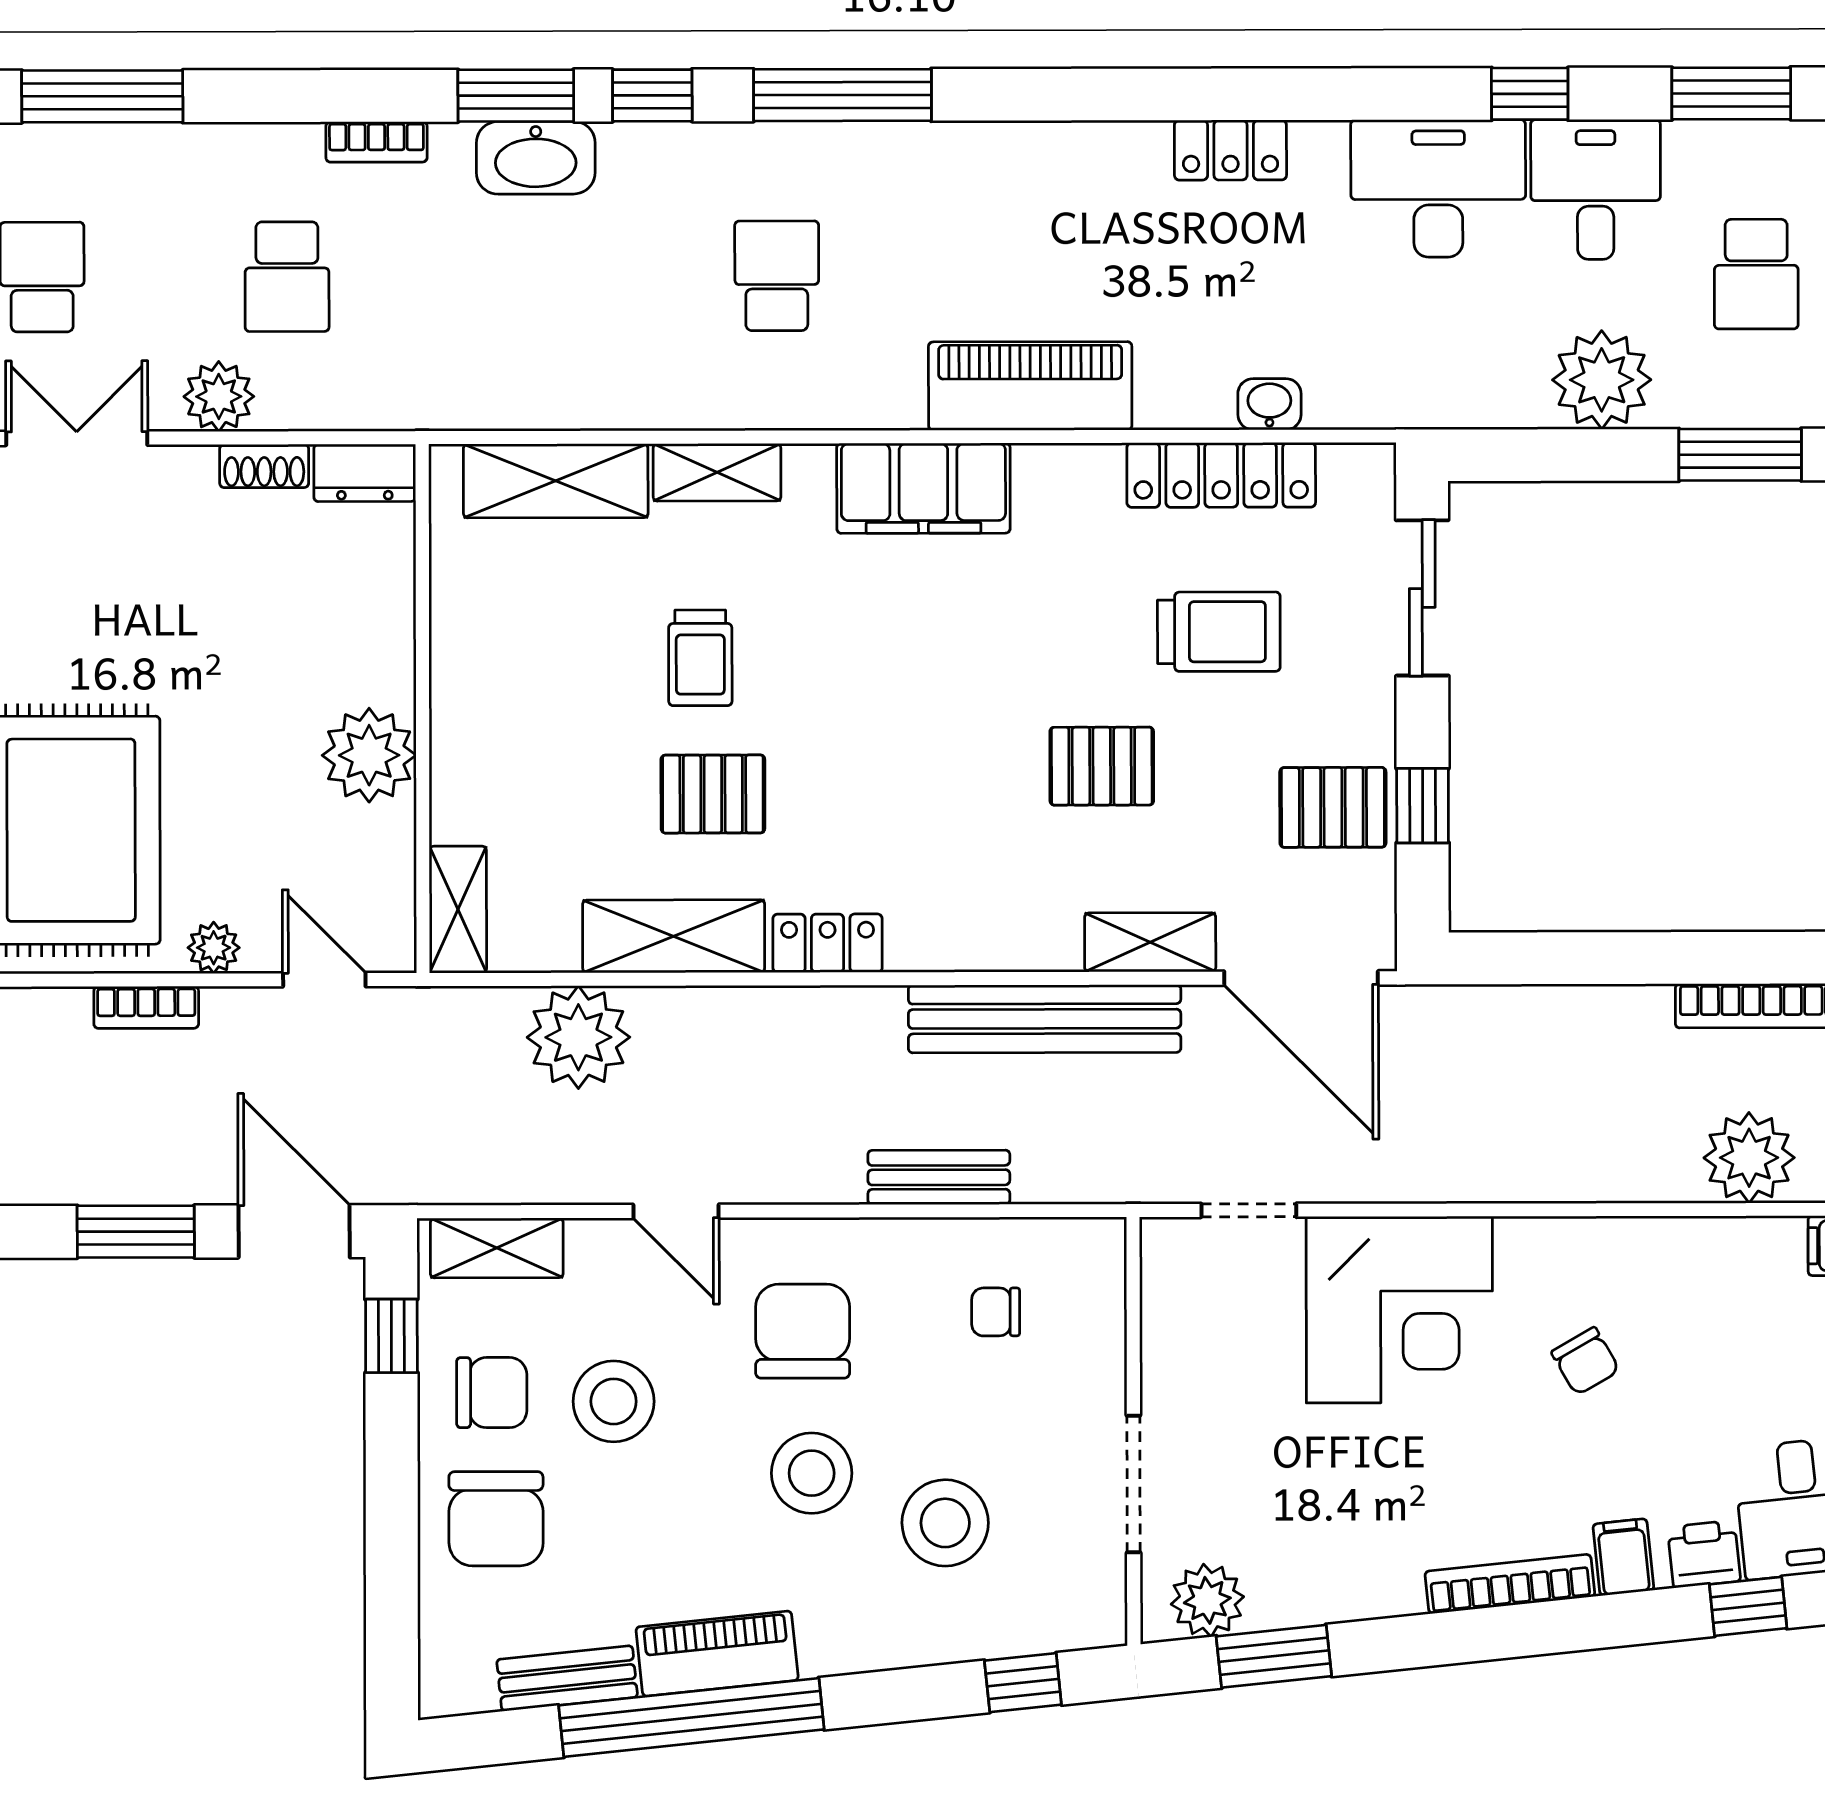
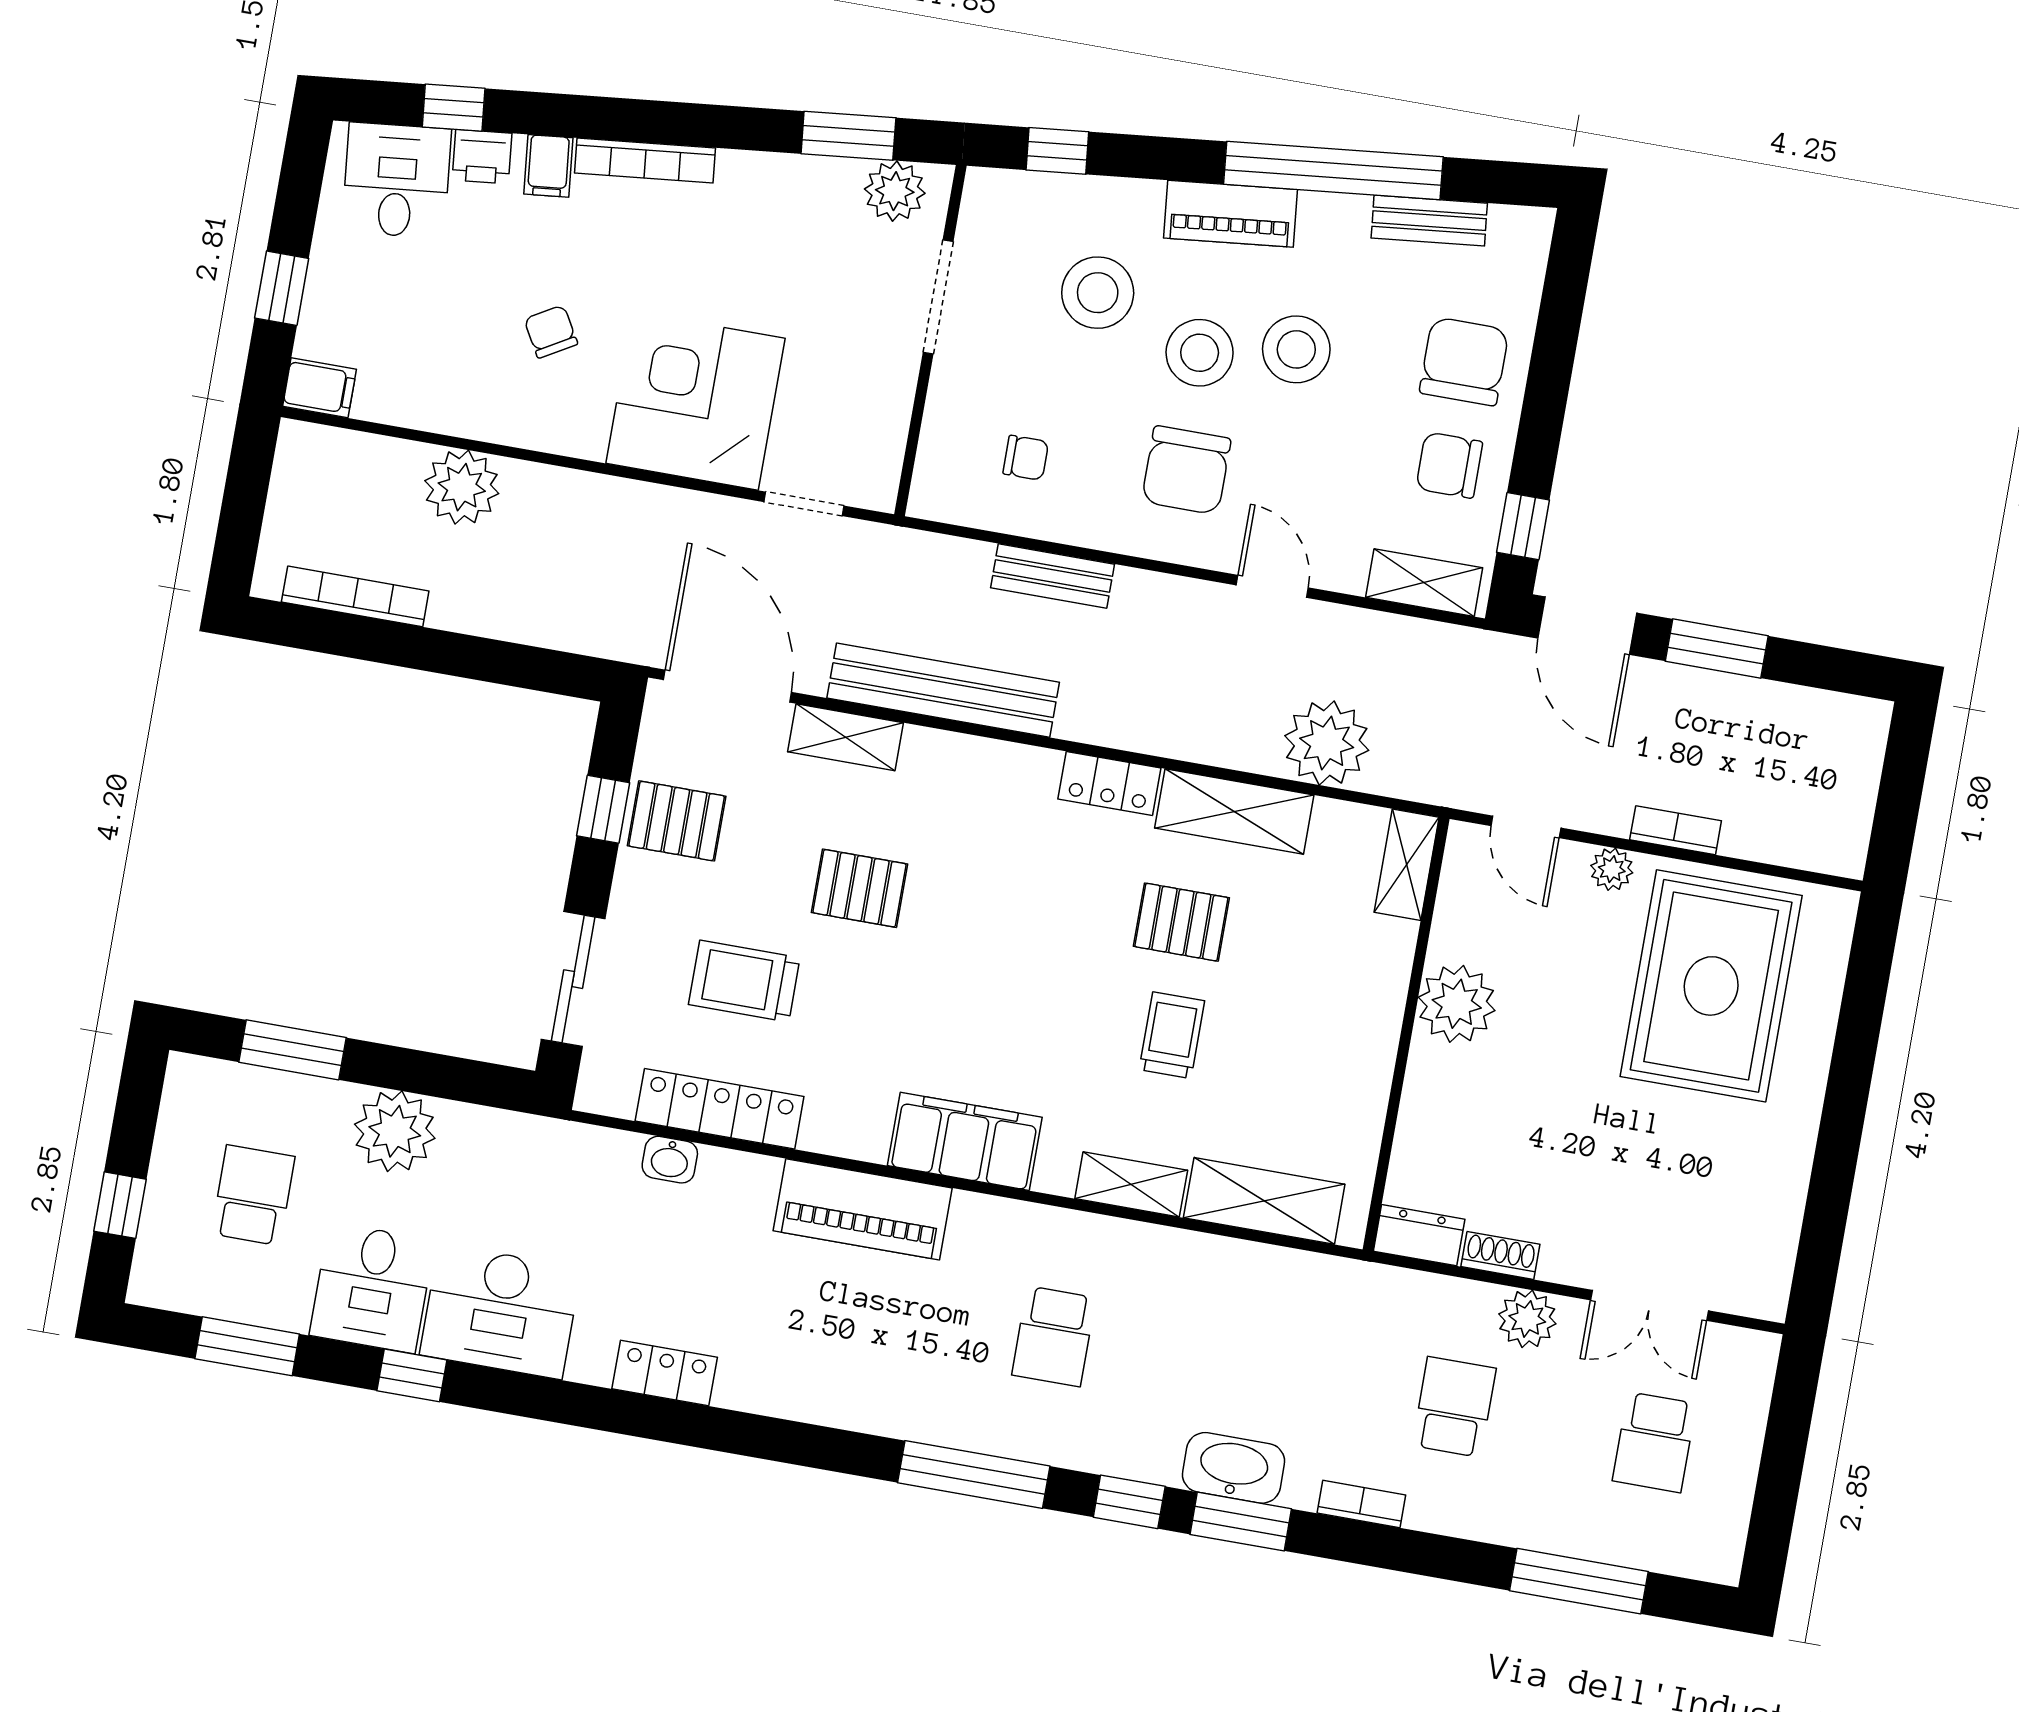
plant: (1749, 1158) -> (462, 487), moved
stool: (614, 1401) -> (1296, 349), moved
piano: (717, 1654) -> (1230, 214), moved

